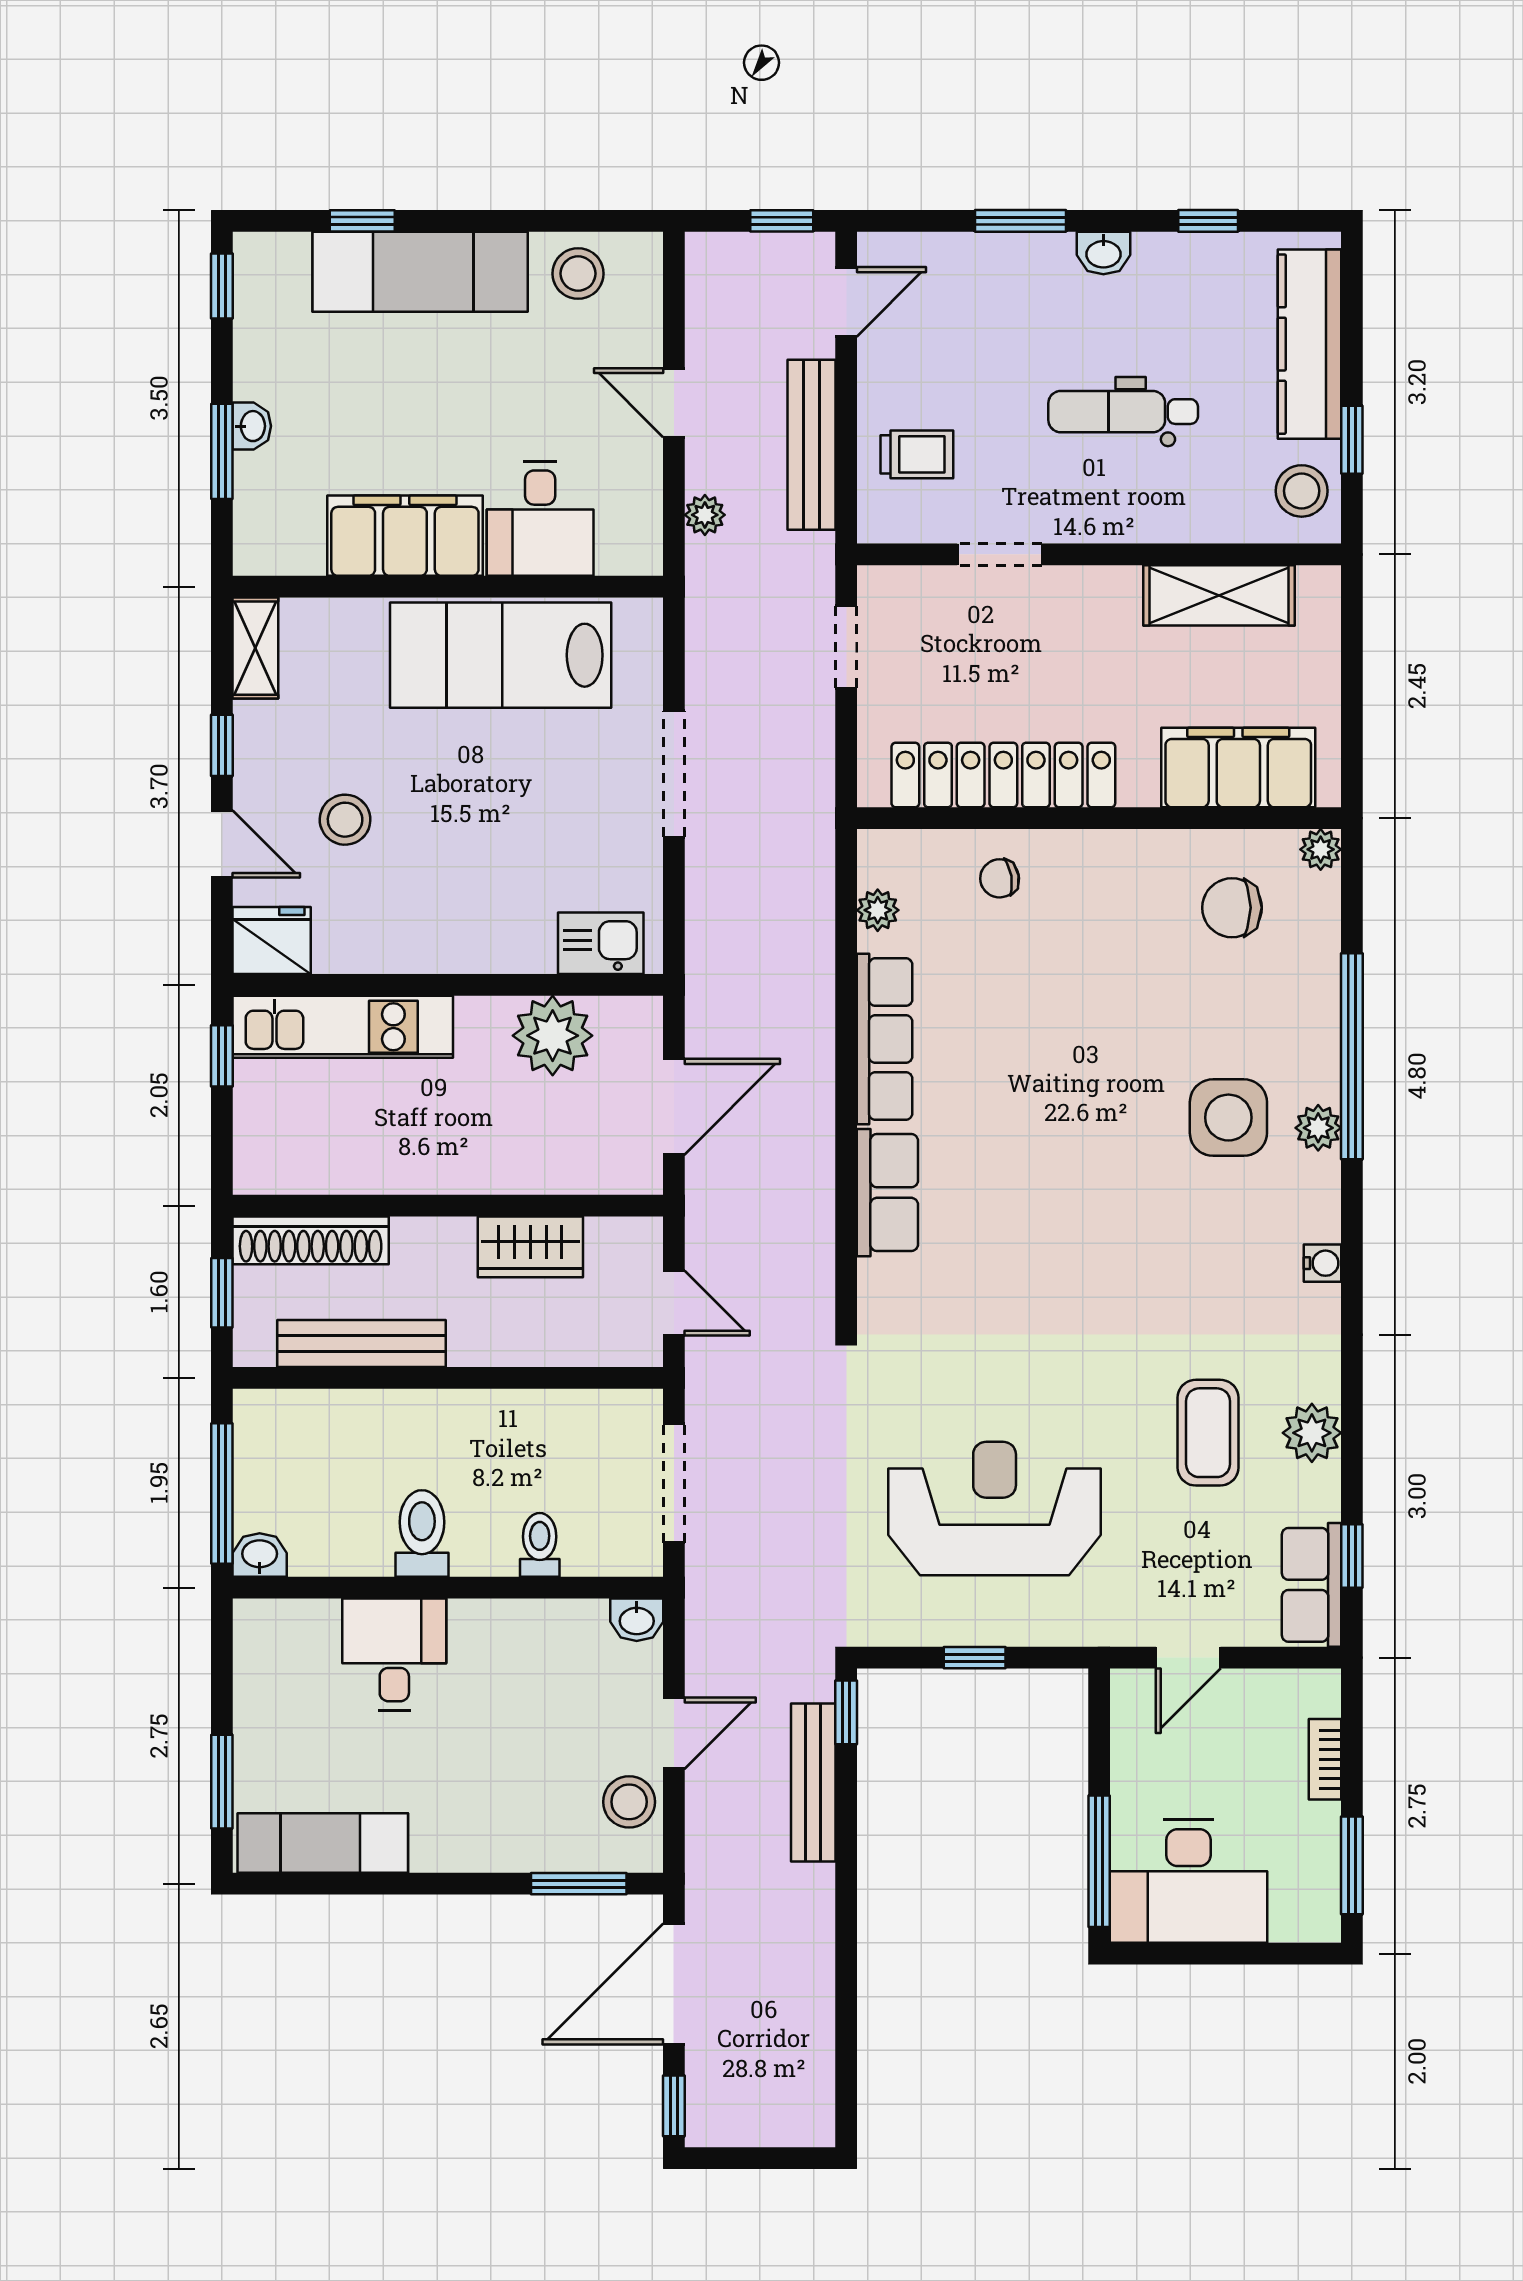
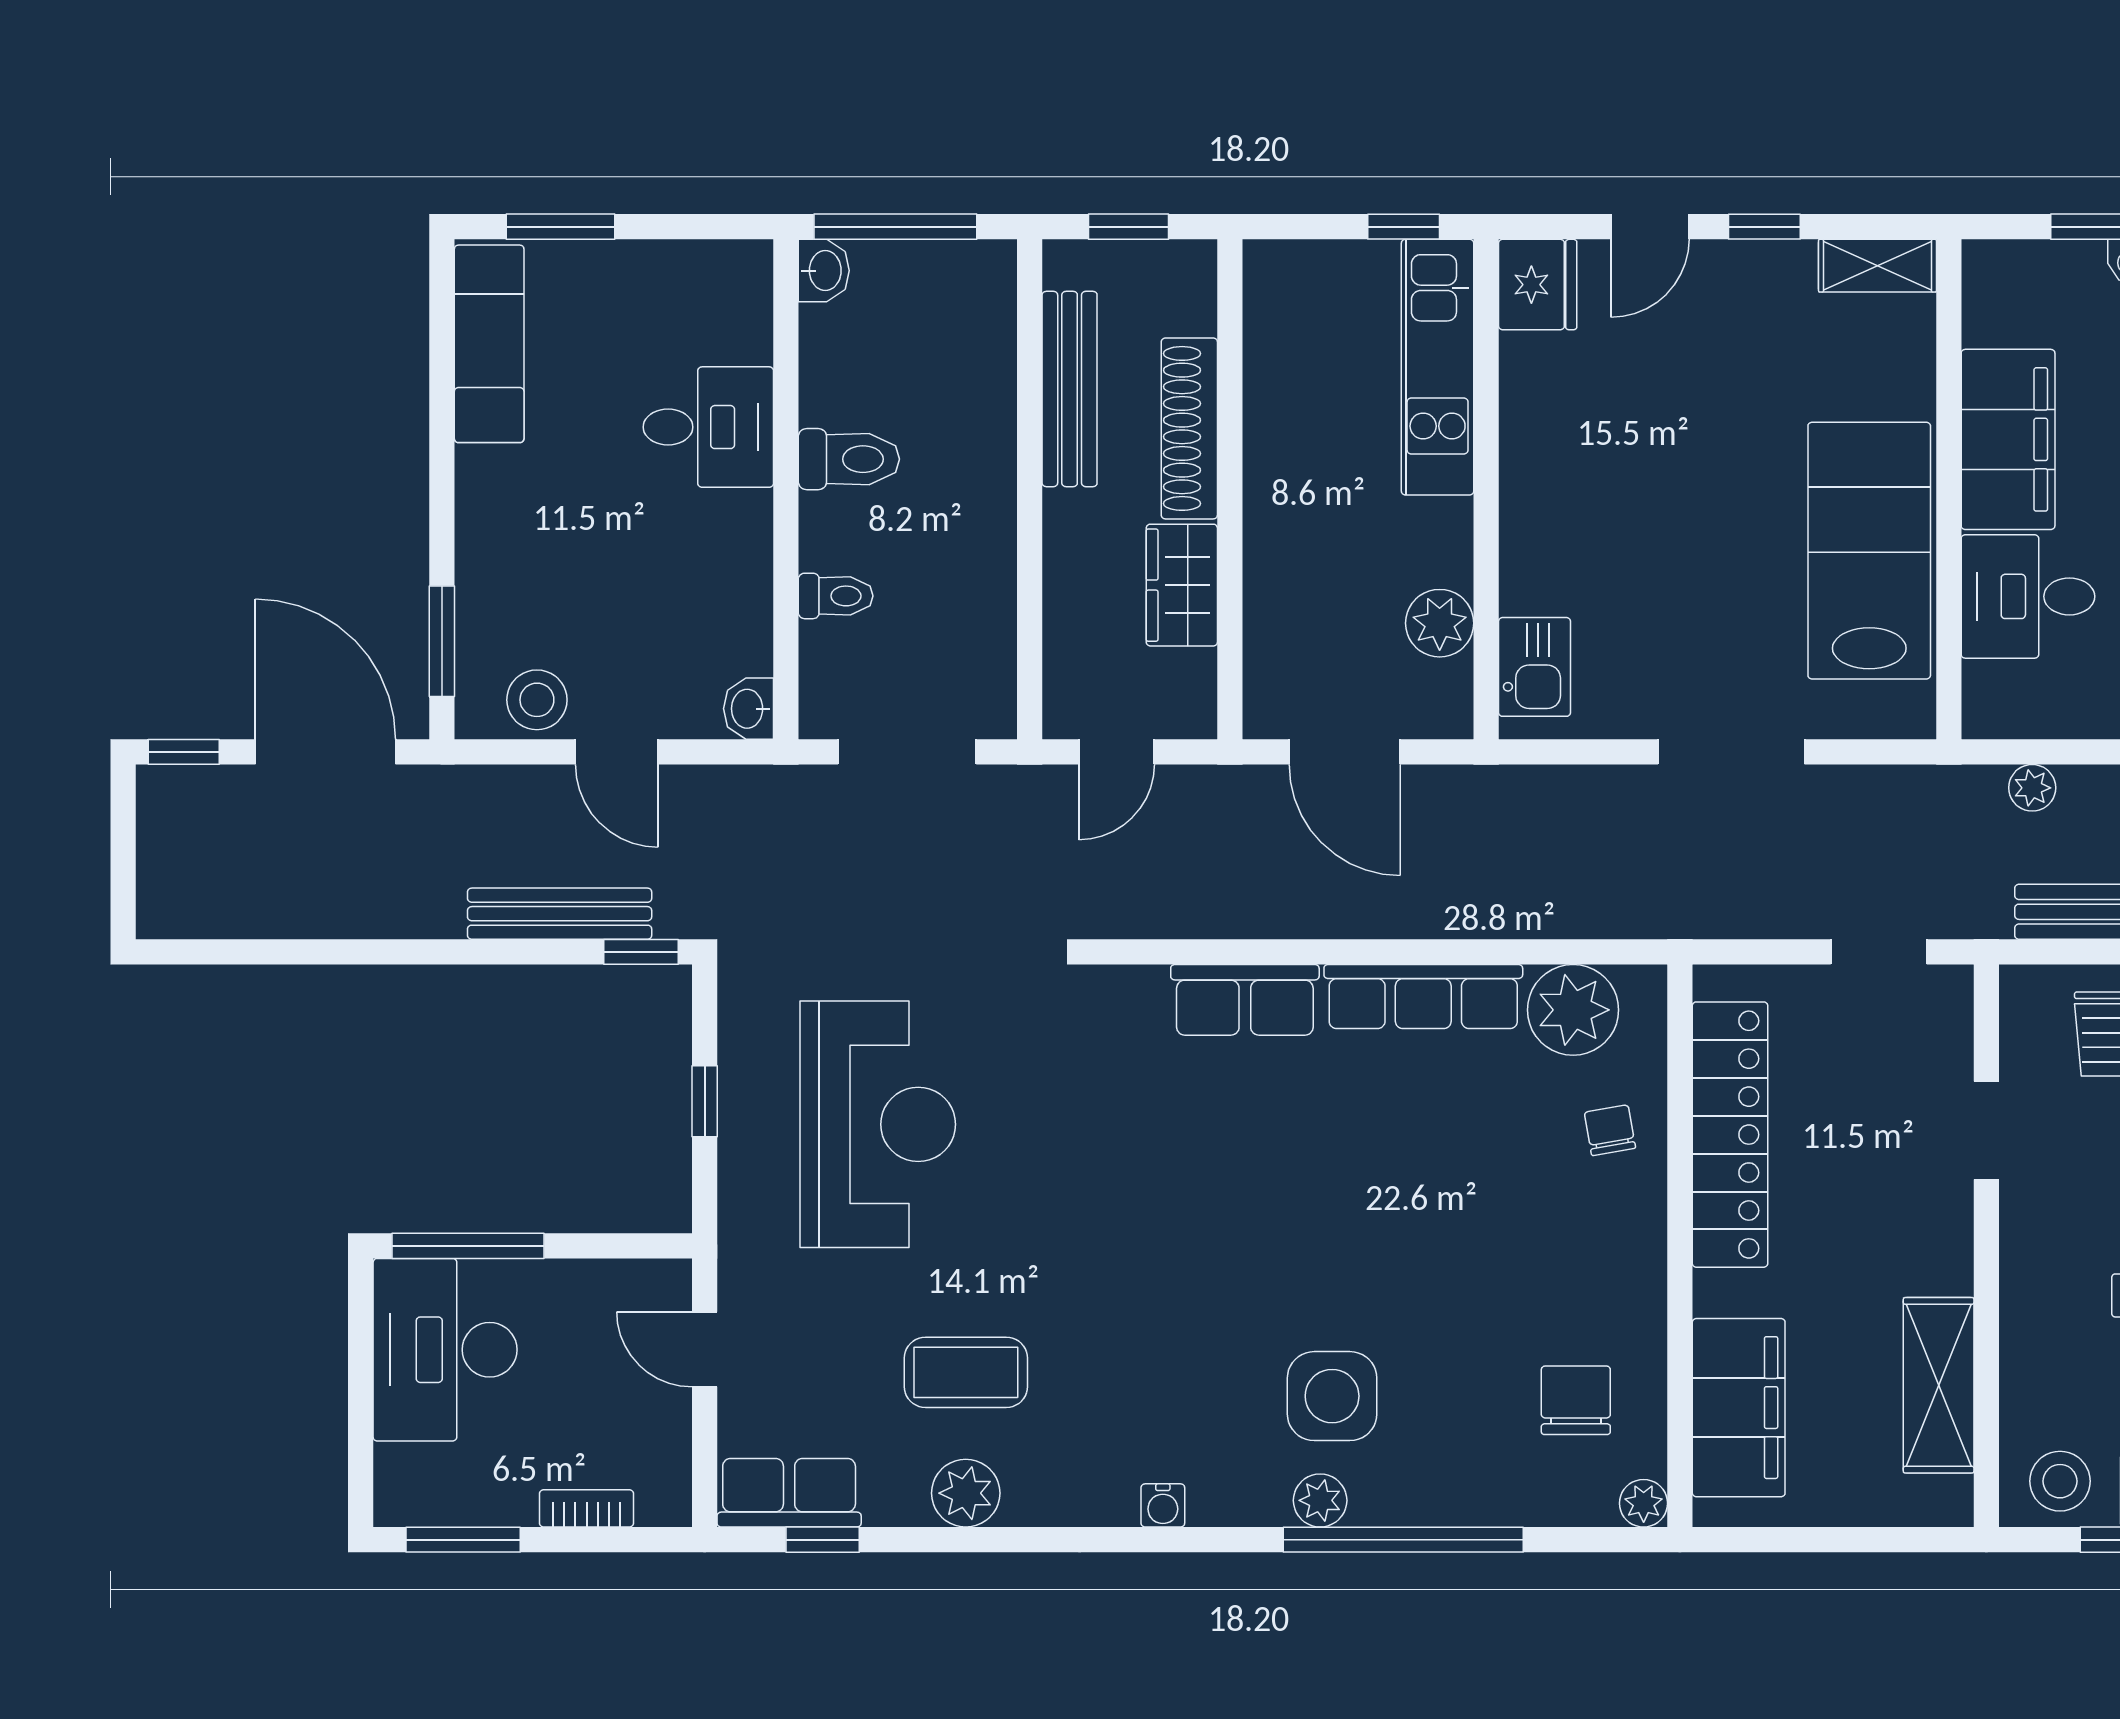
stool: (345, 820) -> (1678, 370), removed
plant: (878, 910) -> (1573, 1010), width x1.88, depth x1.88
plant: (553, 1036) -> (1440, 623), width x0.73, depth x0.73
shoe rack: (311, 1240) -> (1189, 428), moved

